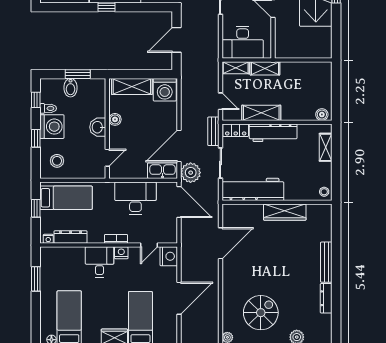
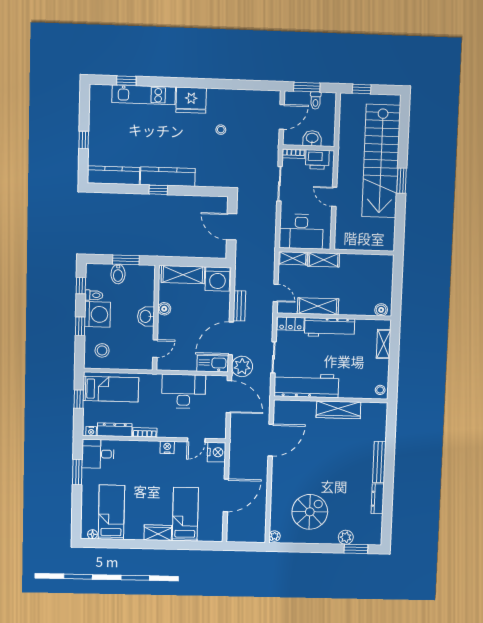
door: (177, 40) -> (232, 227), hinge flipped
bench: (213, 131) -> (239, 306), moved
bookcase: (116, 239) -> (145, 432), moved
desk: (99, 262) -> (98, 454), moved, turned -90

